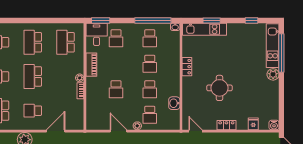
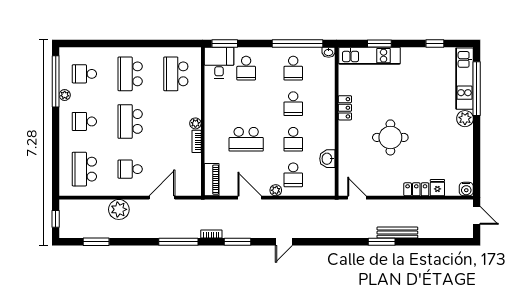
piano: (91, 65) -> (212, 180), moved
school desk: (116, 89) -> (246, 139), width x1.85
locker: (226, 125) -> (416, 189), moved

